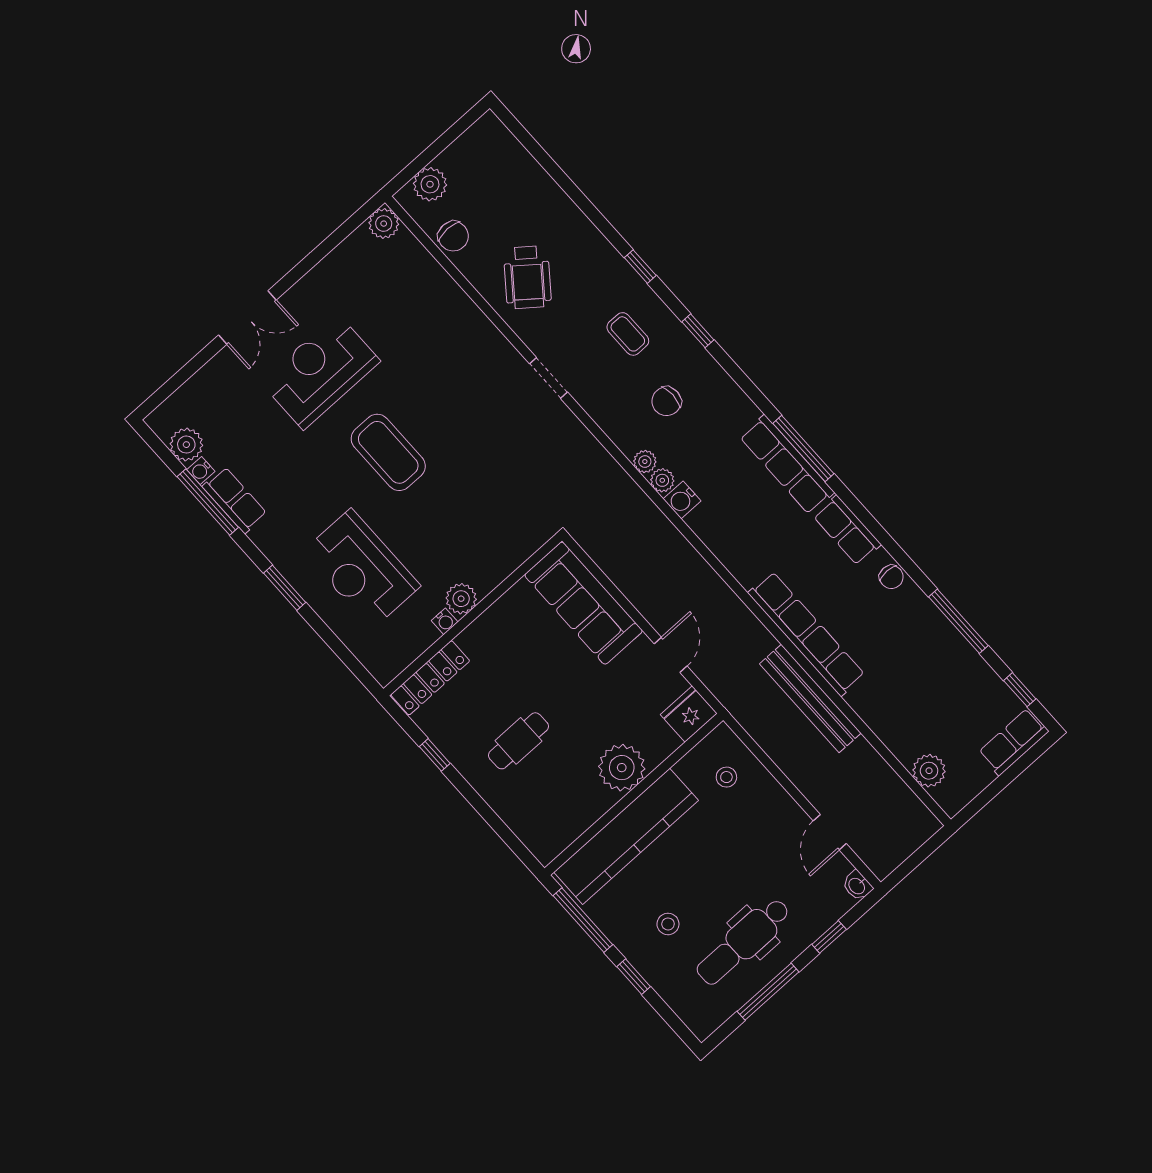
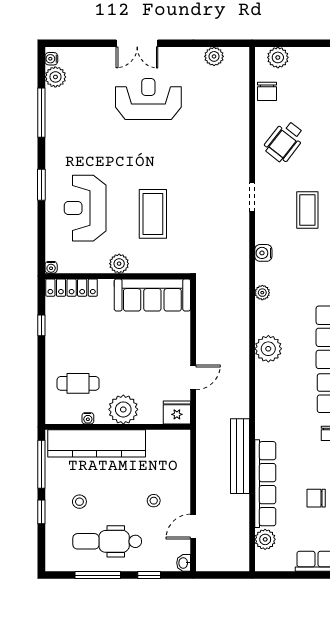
plant: (384, 224) -> (214, 56), moved
coffee table: (628, 334) -> (307, 210), width x1.36, depth x1.30
chair: (666, 401) -> (316, 498), moved
coffee table: (388, 452) -> (153, 214), moved
plant: (645, 462) -> (268, 349), moved, width x1.88, depth x1.88
water cooler: (201, 471) -> (51, 59), moved
row of seats: (235, 500) -> (55, 123), removed
water cooler: (682, 500) -> (263, 253), moved
sofa: (584, 603) -> (152, 295), moved, turned -90
water cooler: (445, 621) -> (51, 267), moved
row of seats: (806, 634) -> (265, 484), moved
cafe table: (518, 741) -> (78, 383), moved
stool: (726, 777) -> (154, 501), moved
water cooler: (589, 816) -> (88, 418), added

